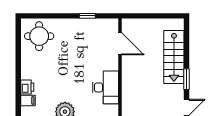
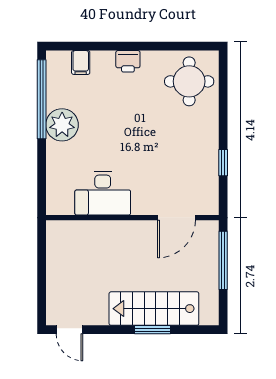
window: (145, 16) -> (223, 260), added
window: (187, 79) -> (153, 330), moved
printer: (27, 87) -> (128, 61), moved

